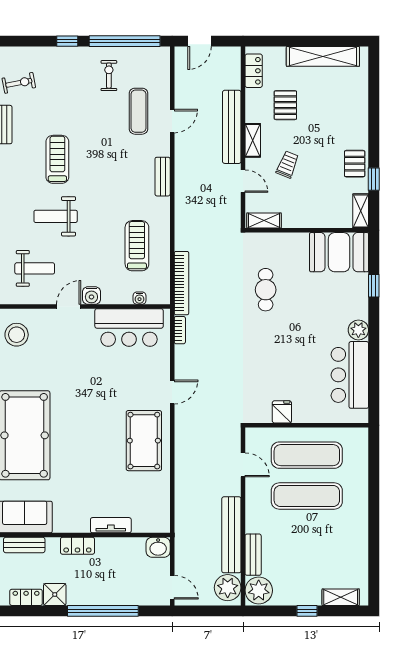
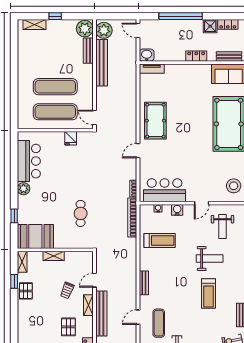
door: (243, 181) -> (94, 280), hinge flipped
shelving: (264, 221) -> (54, 256), moved
treadmill: (137, 246) -> (160, 241), turned -90
weight bench: (35, 268) -> (223, 227), turned -90
water cooler: (91, 296) -> (177, 210), moved
door: (243, 465) -> (94, 118), moved
tv unit: (111, 525) -> (152, 69), moved

